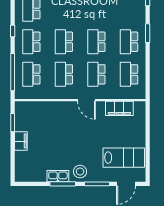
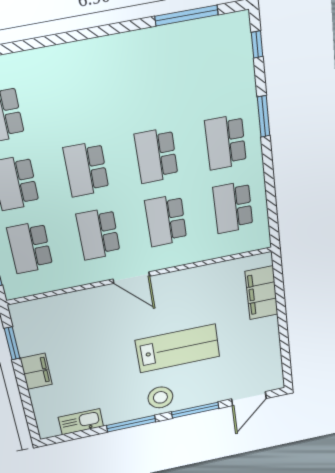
door: (86, 100) -> (131, 278), moved
filing cabinet: (119, 108) -> (262, 293), moved, turned 90
lab bench: (124, 158) -> (178, 348), moved
kitchen sink: (58, 176) -> (81, 422), moved

